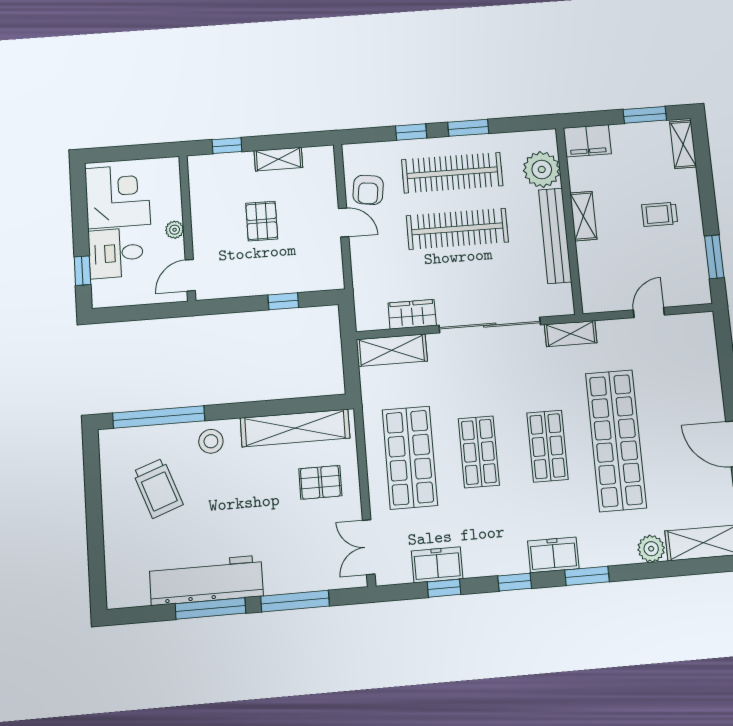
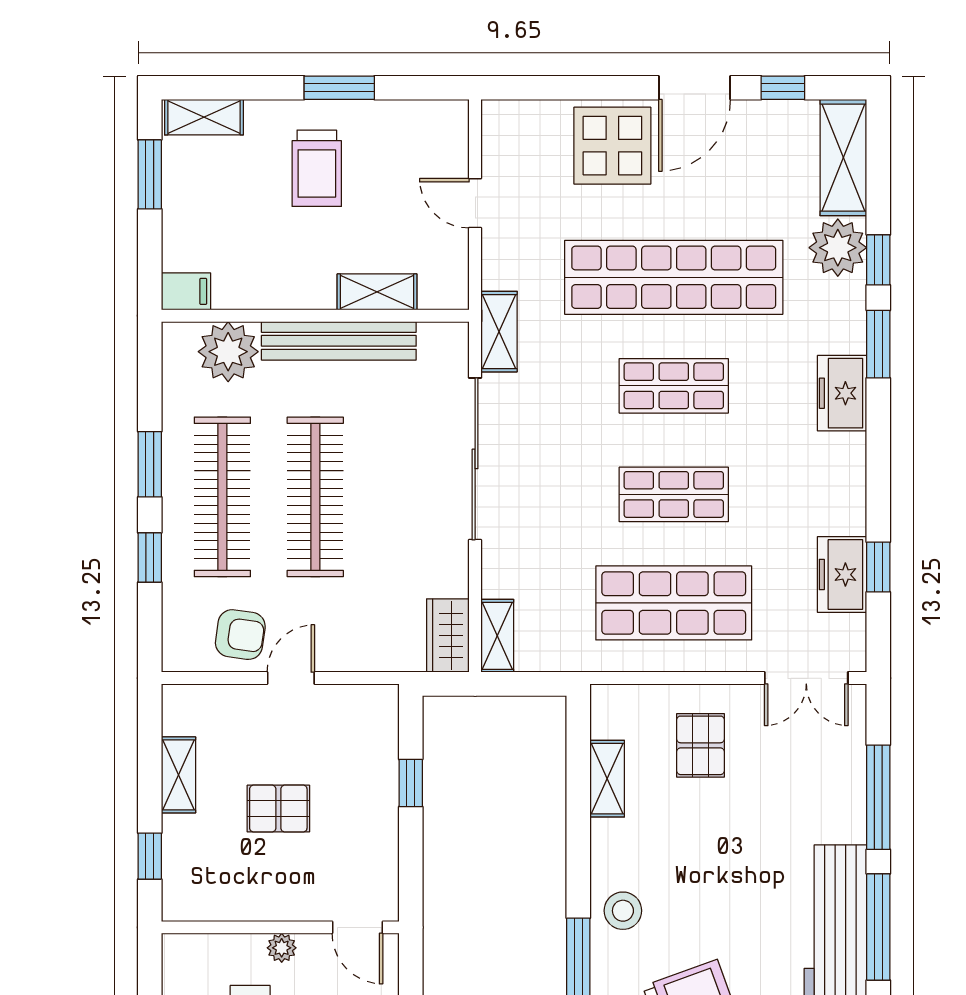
filing cabinet: (587, 141) -> (186, 291), width x0.50
trolley: (660, 214) -> (317, 168), width x1.36, depth x1.39
shelving: (583, 216) -> (377, 292), moved
window: (714, 257) -> (339, 88), moved
wardrobe: (412, 314) -> (448, 635), moved
shelving: (392, 350) -> (497, 636), width x0.67, depth x0.75
display table: (694, 395) -> (612, 146), added
shelving: (295, 428) -> (607, 779), width x0.45, depth x0.75
plant: (651, 549) -> (838, 248), width x1.36, depth x1.36
window: (515, 582) -> (878, 260), moved

